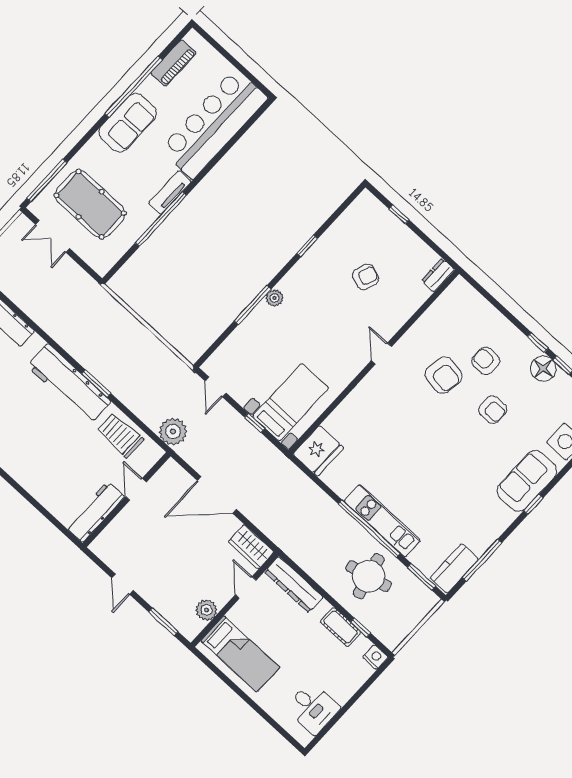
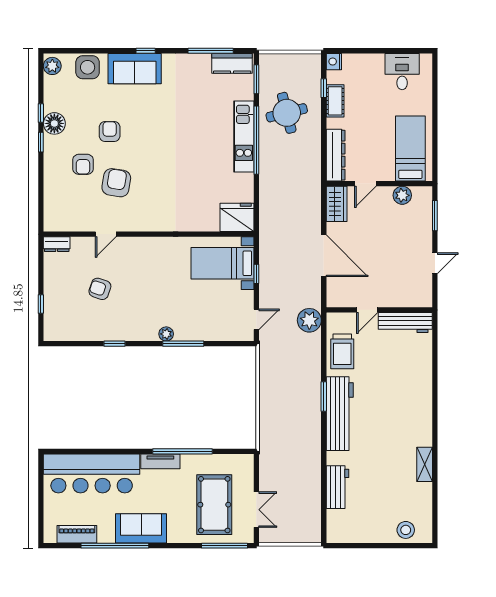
door: (381, 354) -> (106, 234), moved

